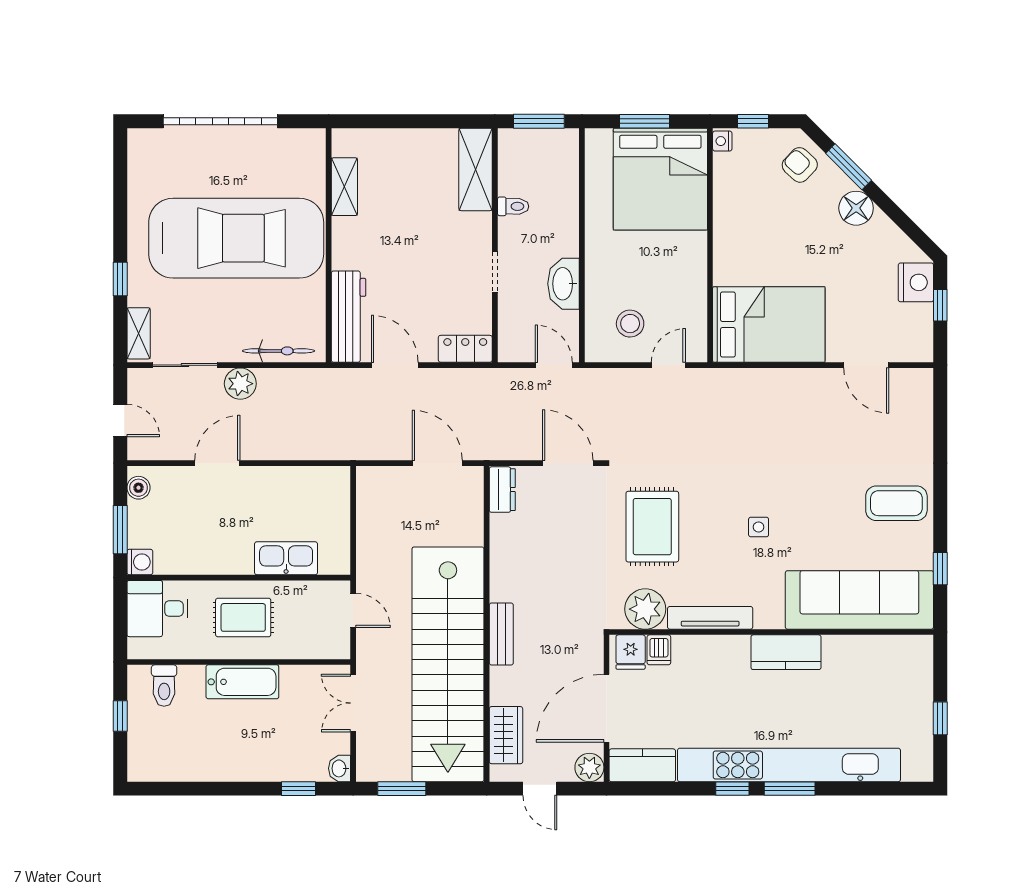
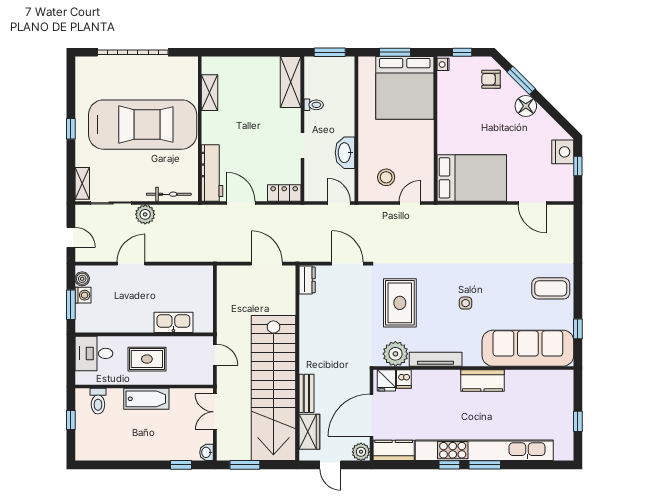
armchair: (800, 165) -> (491, 79), turned -43
window: (120, 279) -> (71, 129), moved
washing machine: (140, 562) -> (83, 295), moved
bench: (501, 634) -> (306, 393), moved

